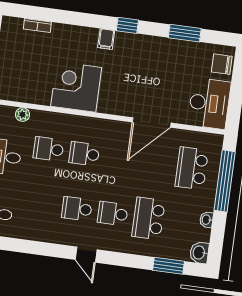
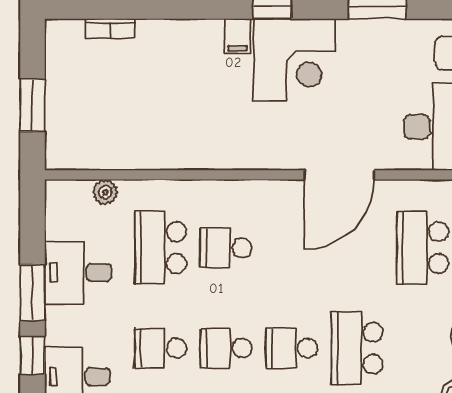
corner desk: (76, 87) -> (294, 60), moved, turned 180
school desk: (49, 149) -> (160, 248), width x1.85
school desk: (41, 204) -> (160, 348), added

